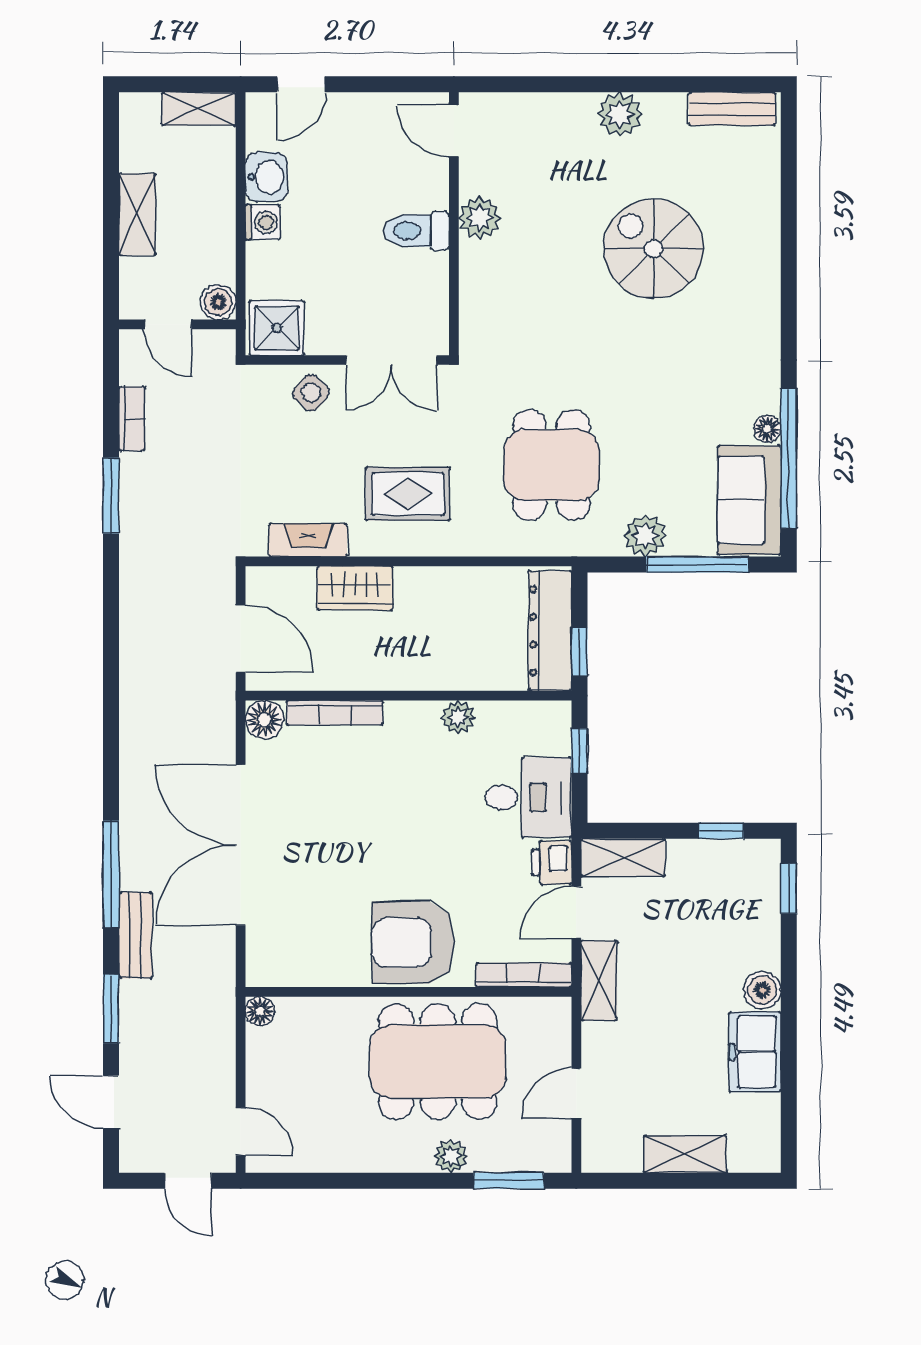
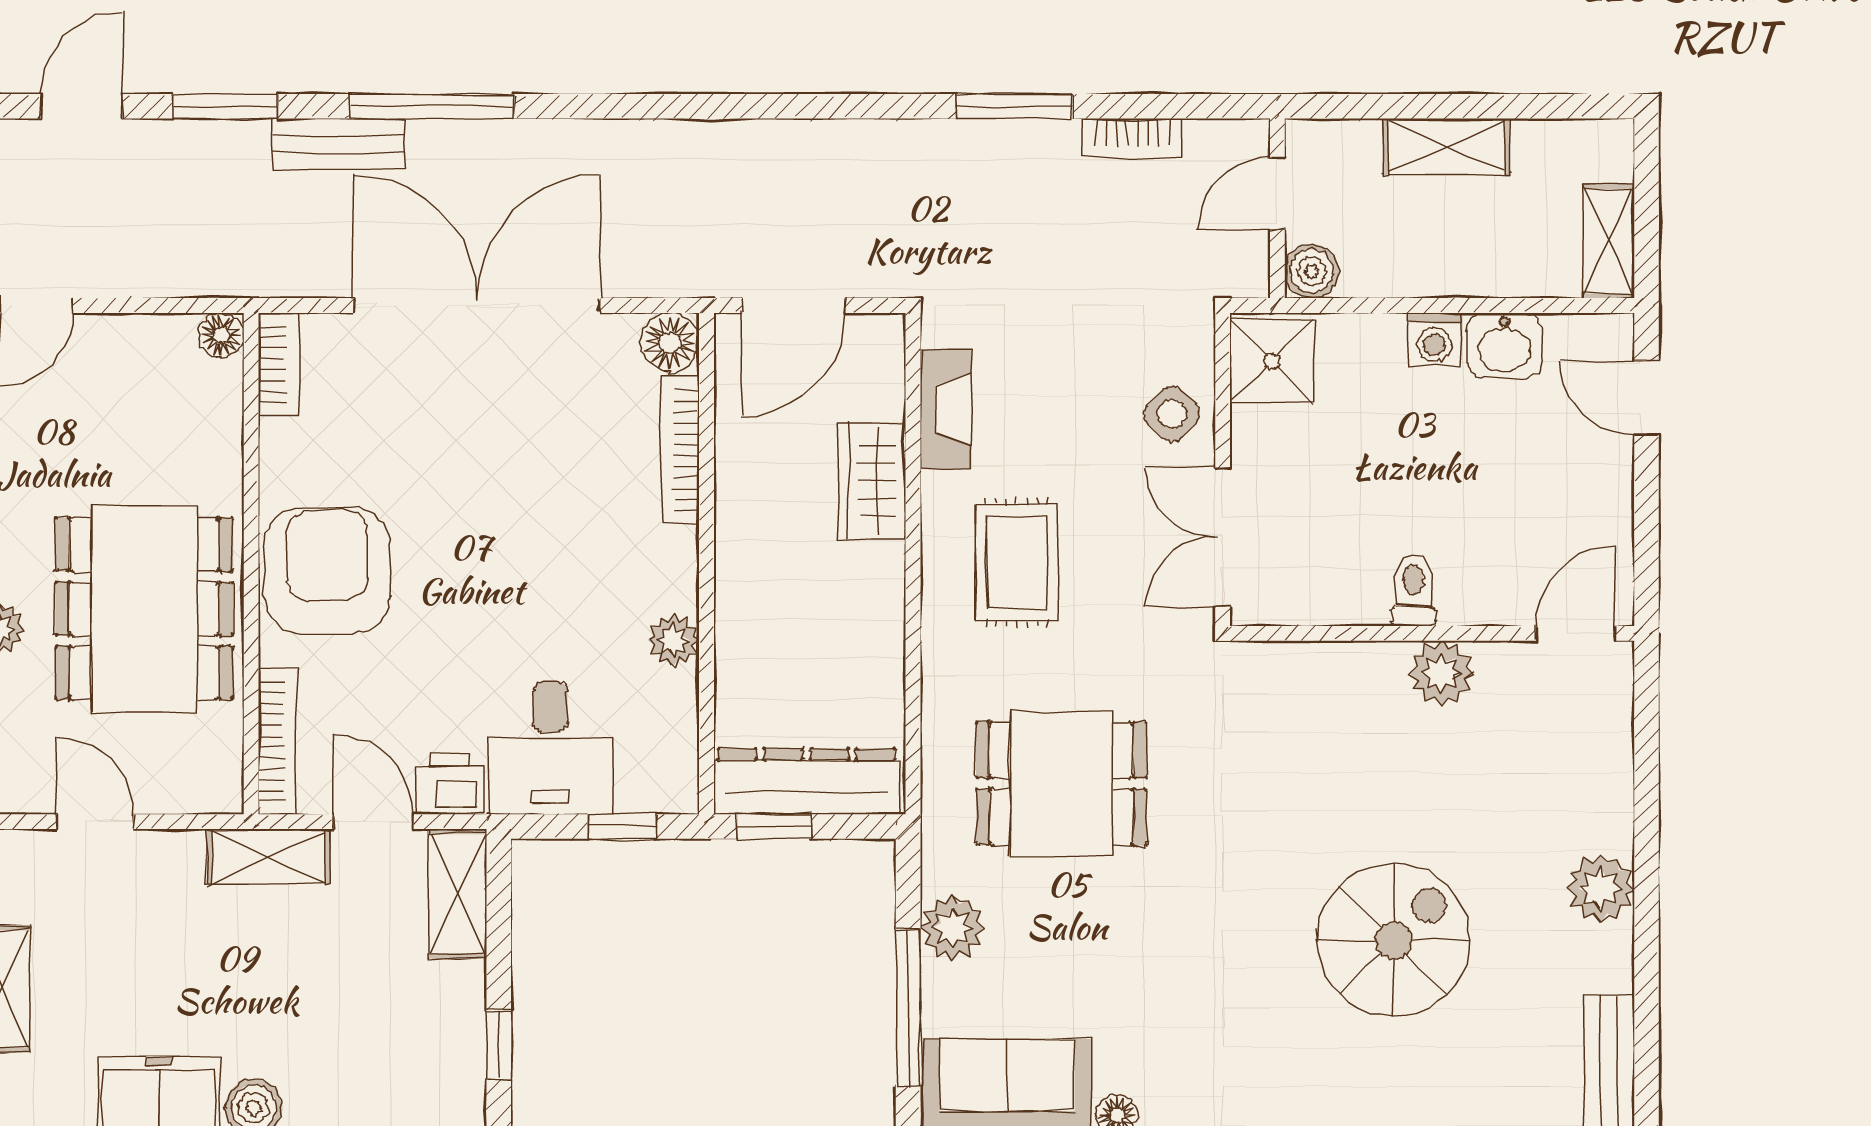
toilet: (417, 231) -> (1413, 590), width x0.73, depth x0.72
bookcase: (279, 974) -> (279, 364), added

